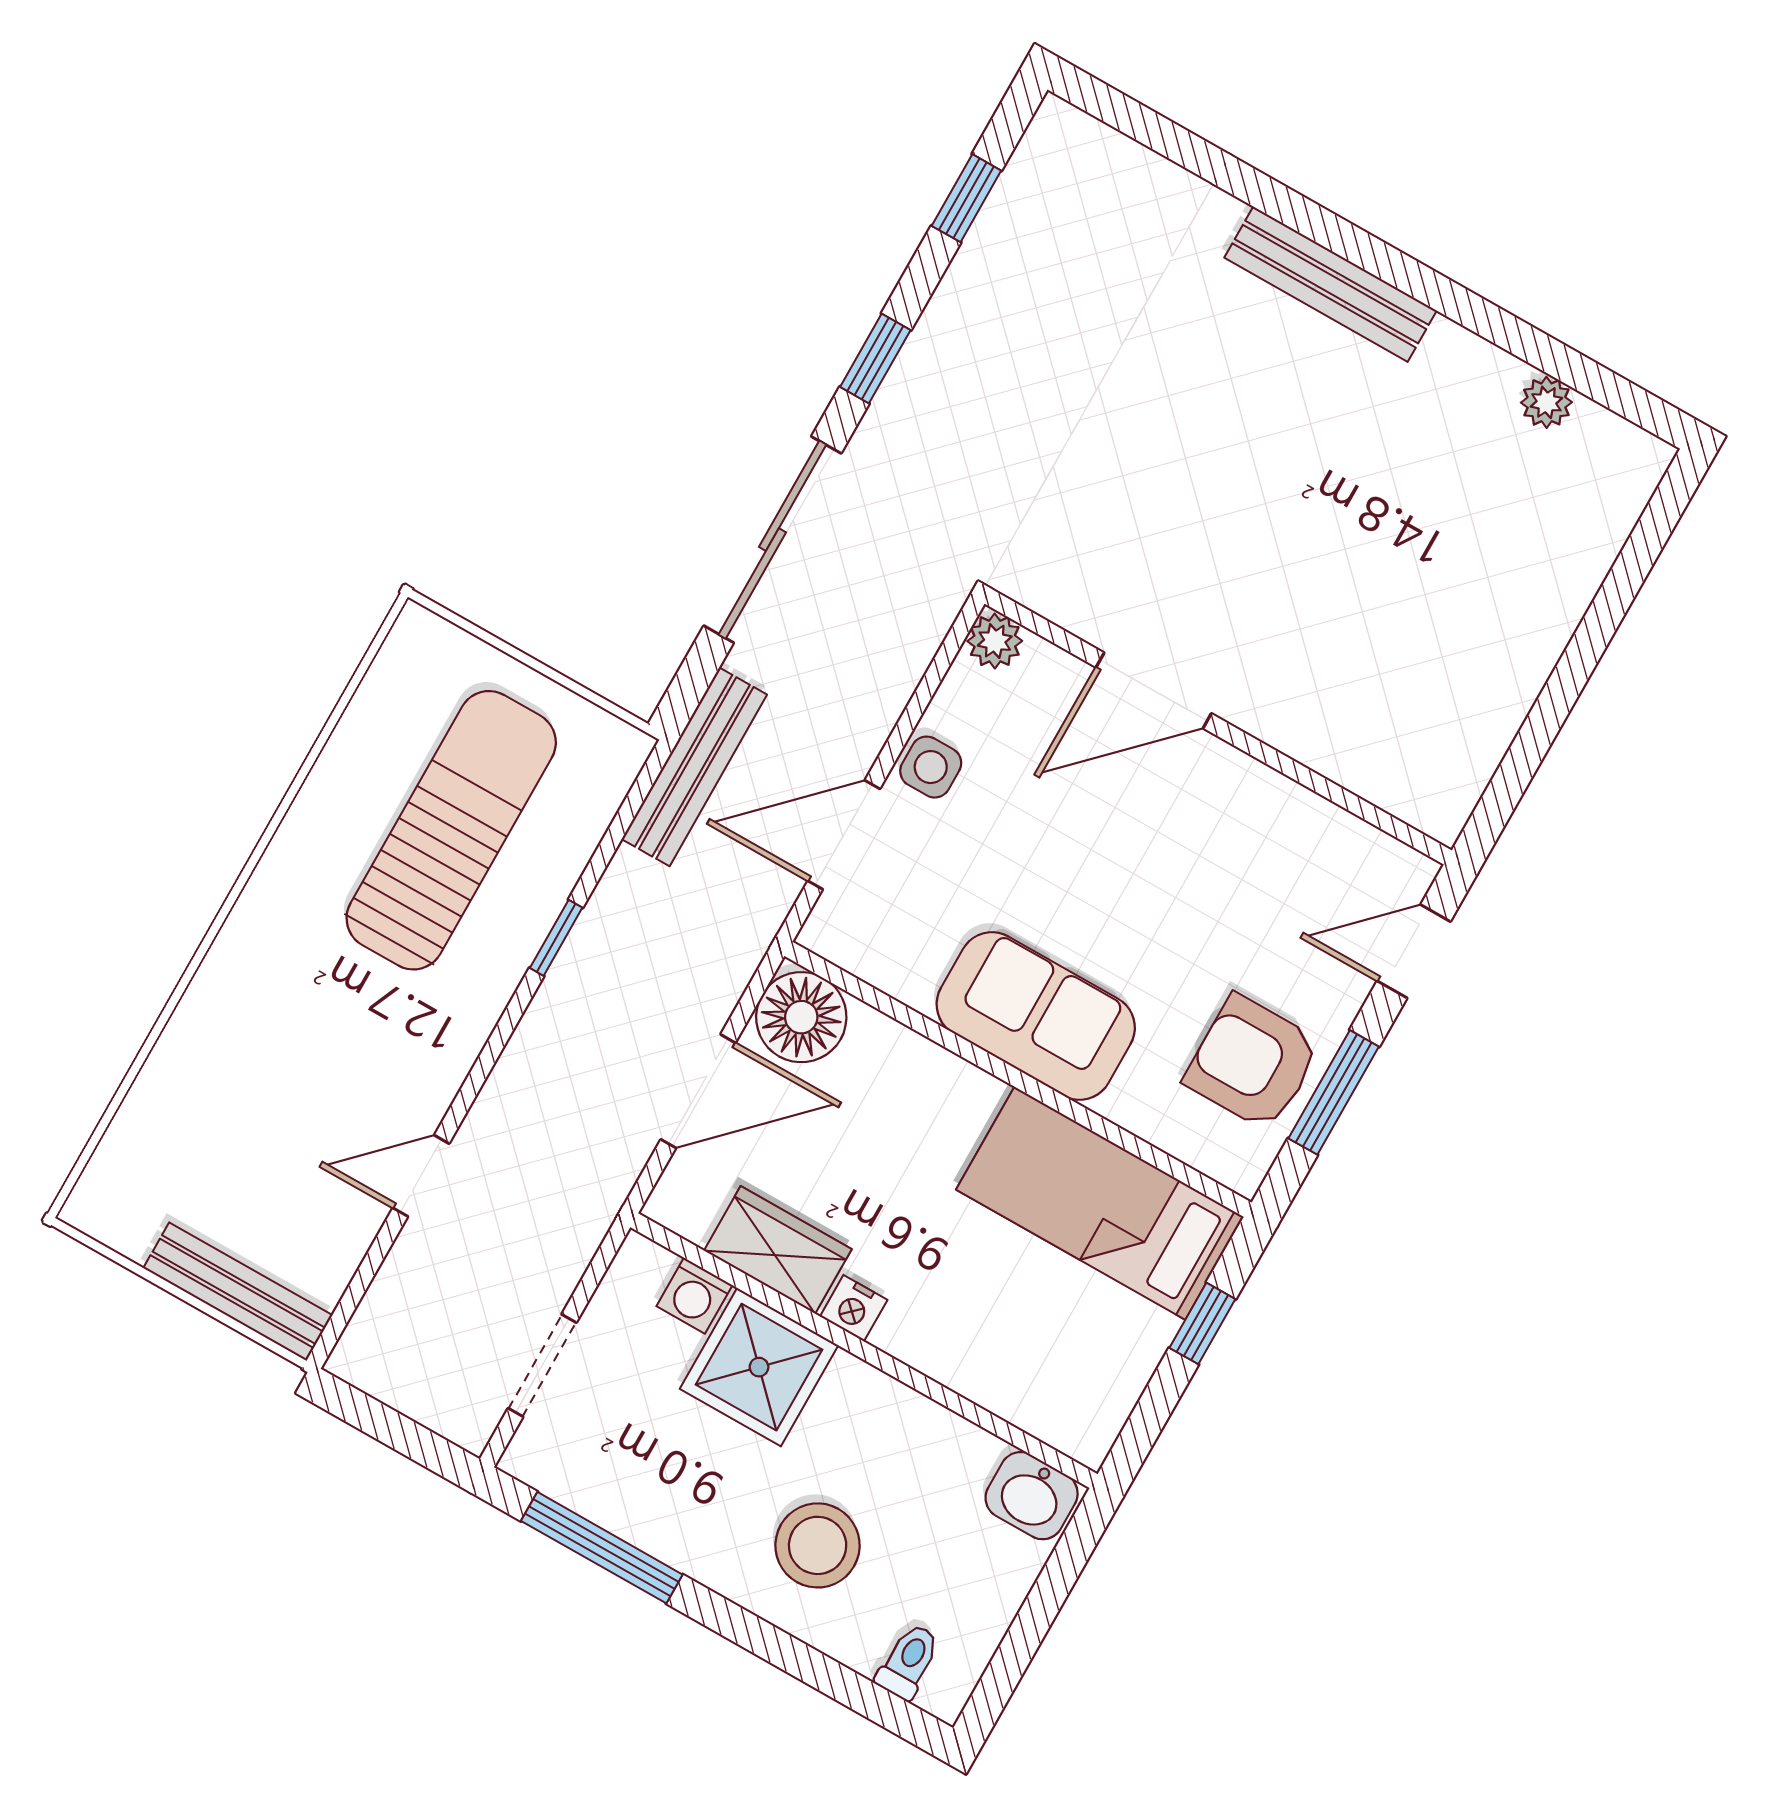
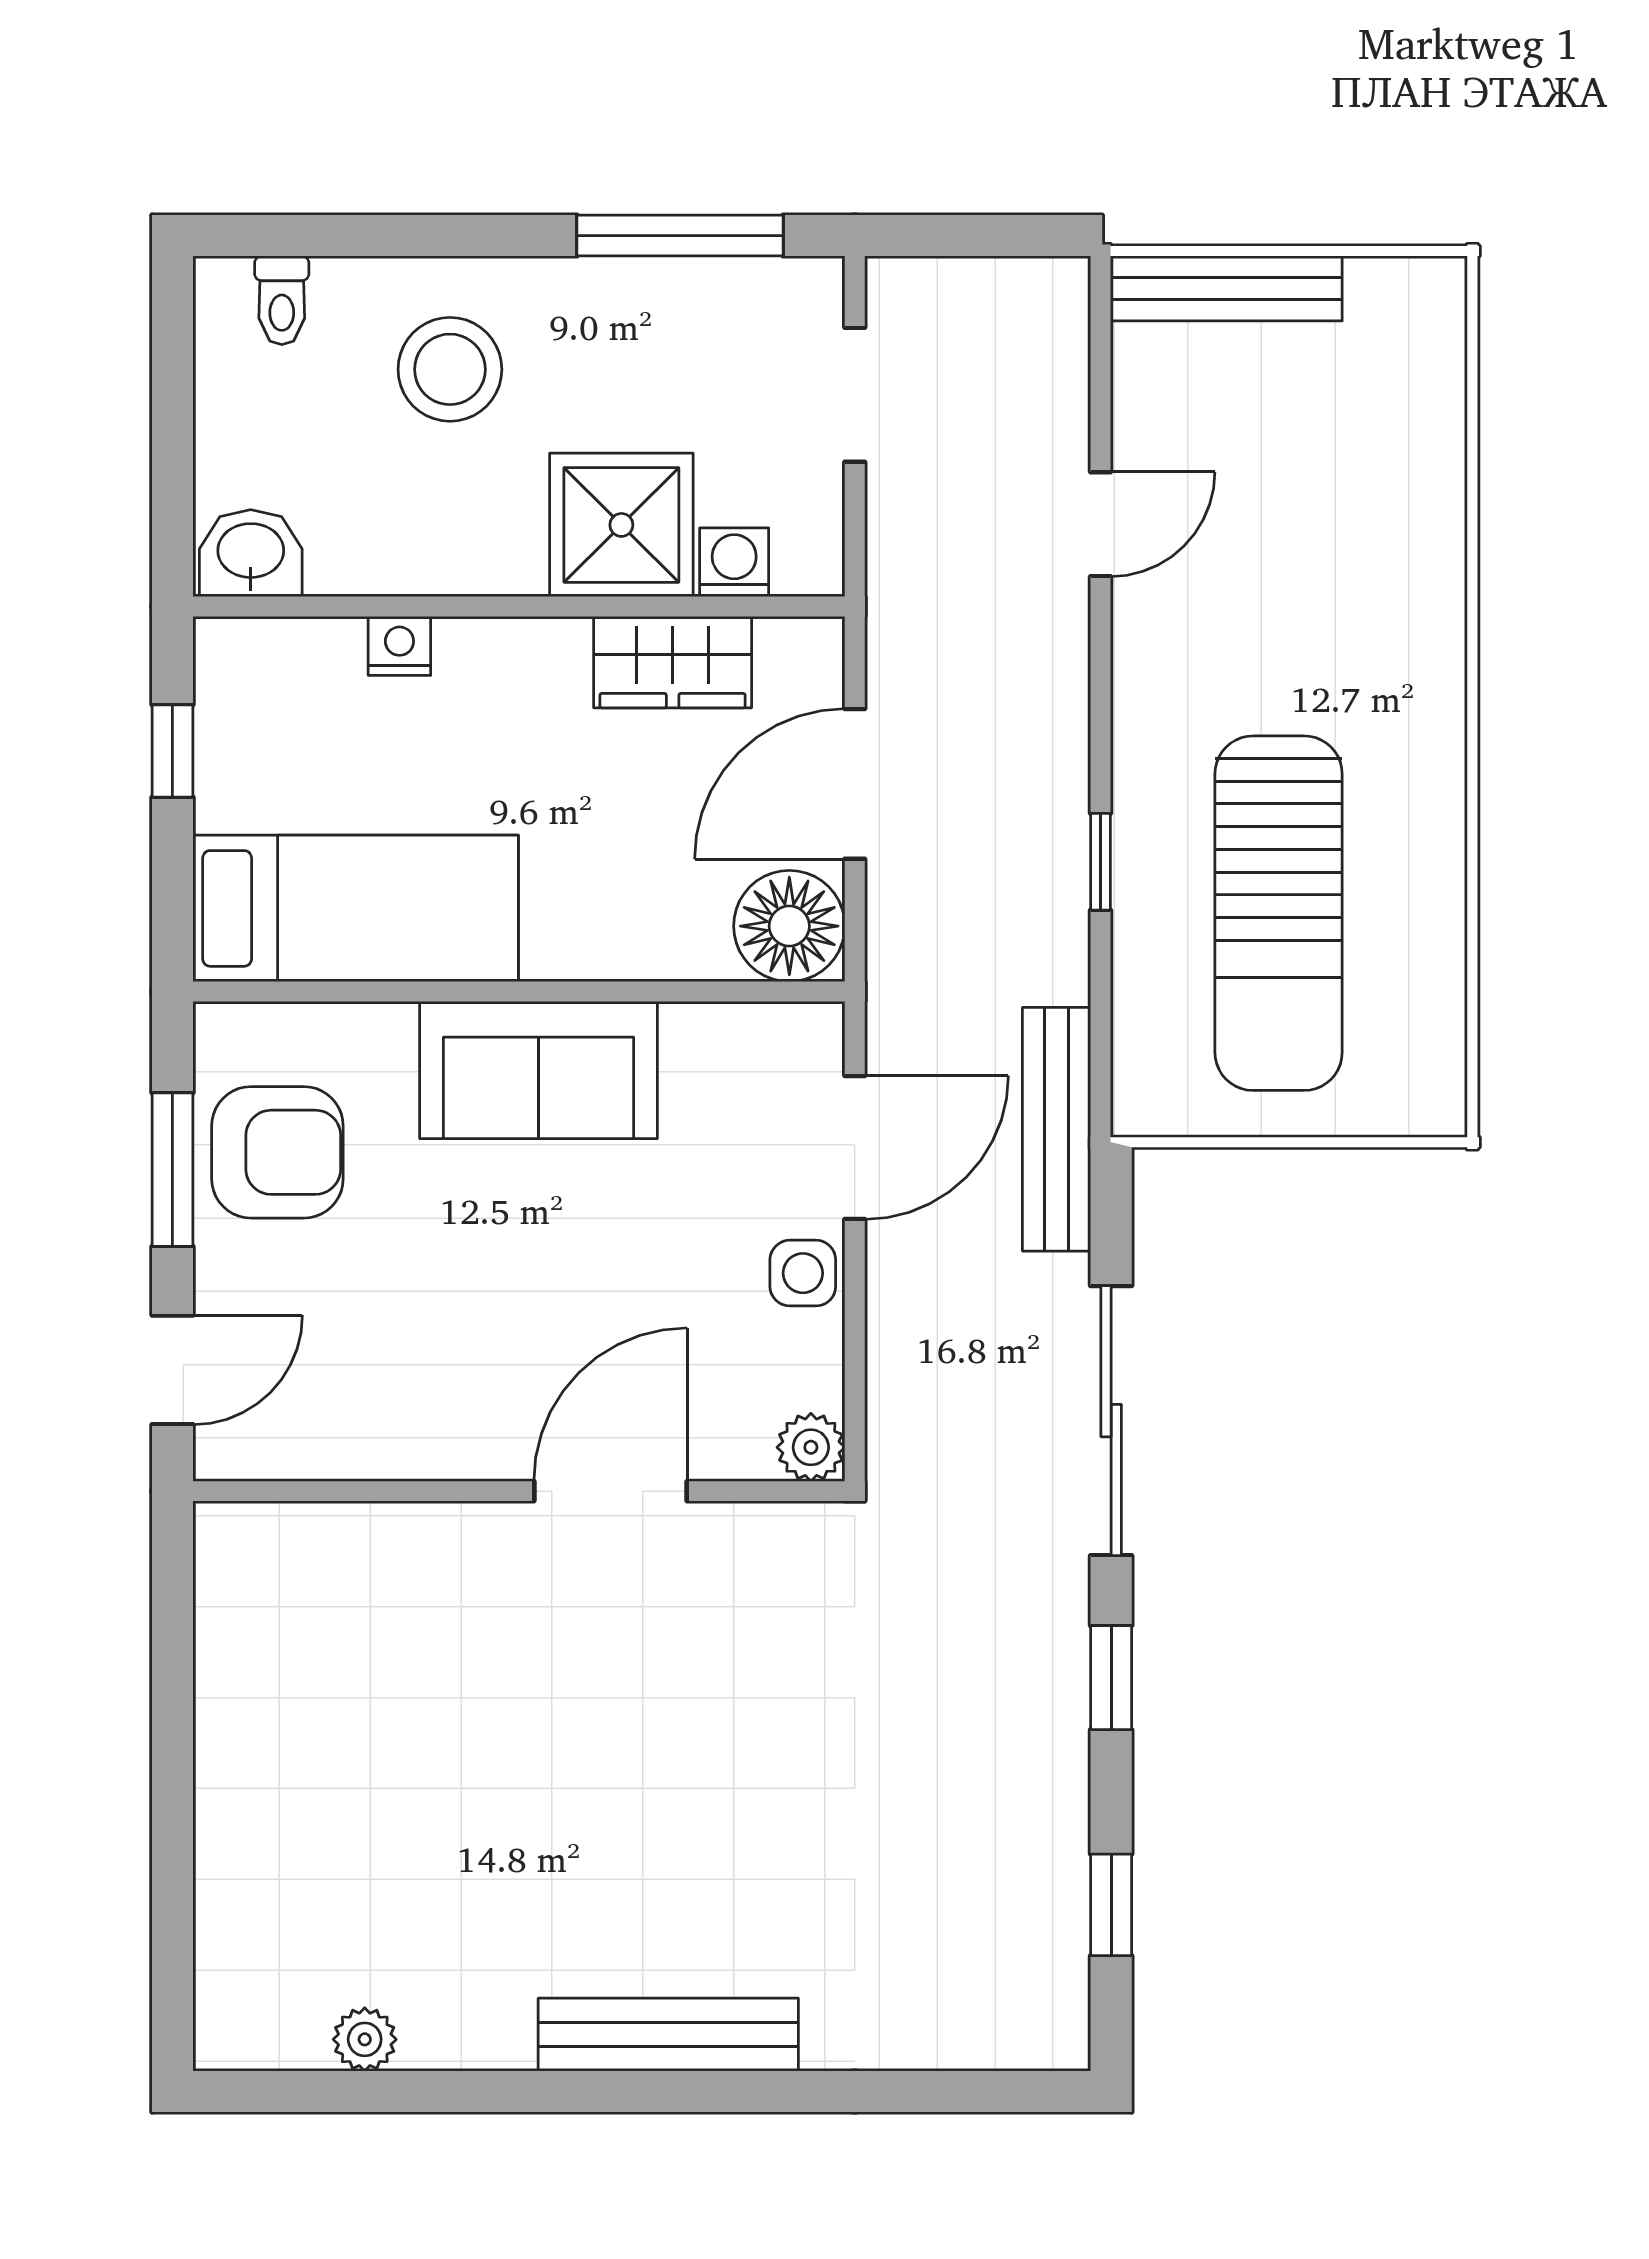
nightstand: (854, 1308) -> (399, 646), moved
window: (1202, 1323) -> (172, 751), moved

